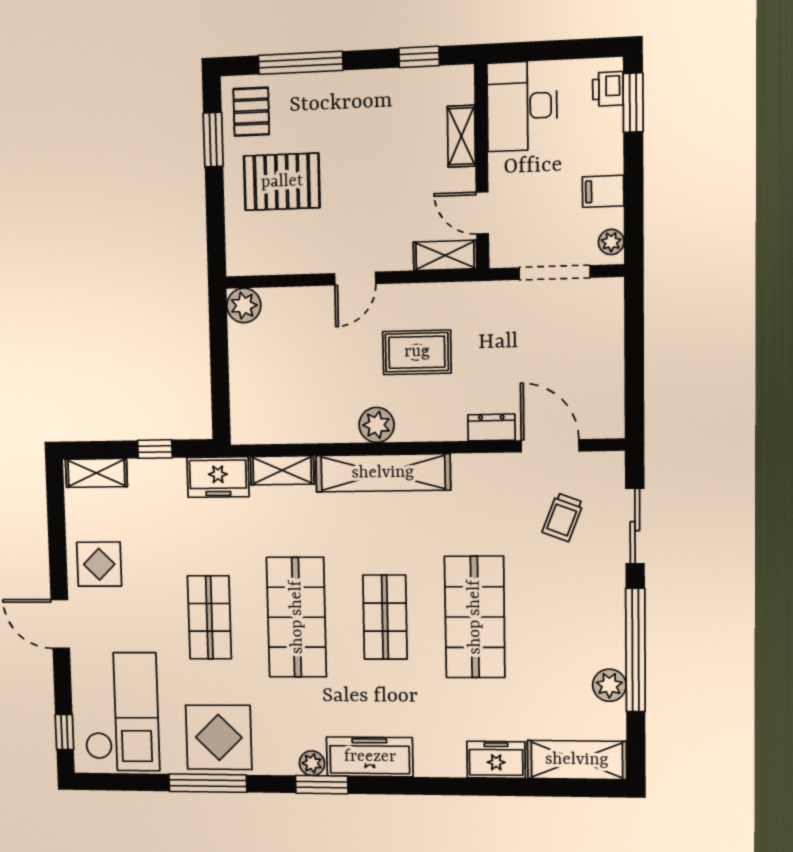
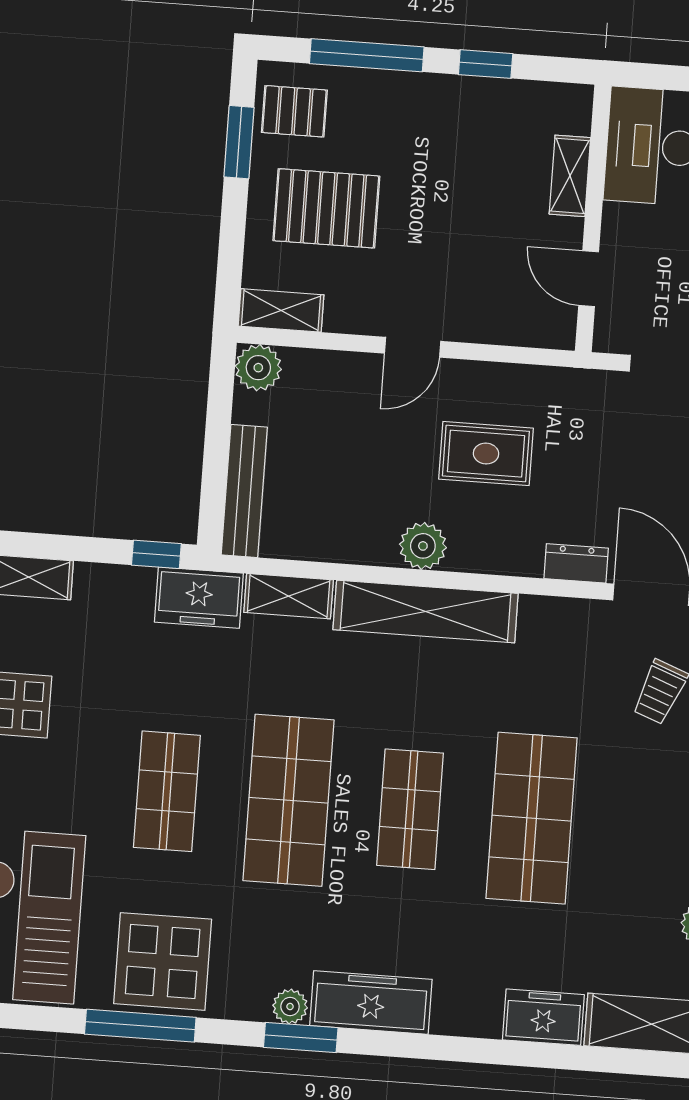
window: (419, 57) -> (486, 64), moved
pallet: (251, 112) -> (294, 111), turned 90
shelving: (445, 255) -> (281, 310), moved
bench: (243, 397) -> (244, 491), added
window: (155, 449) -> (156, 554), moved

